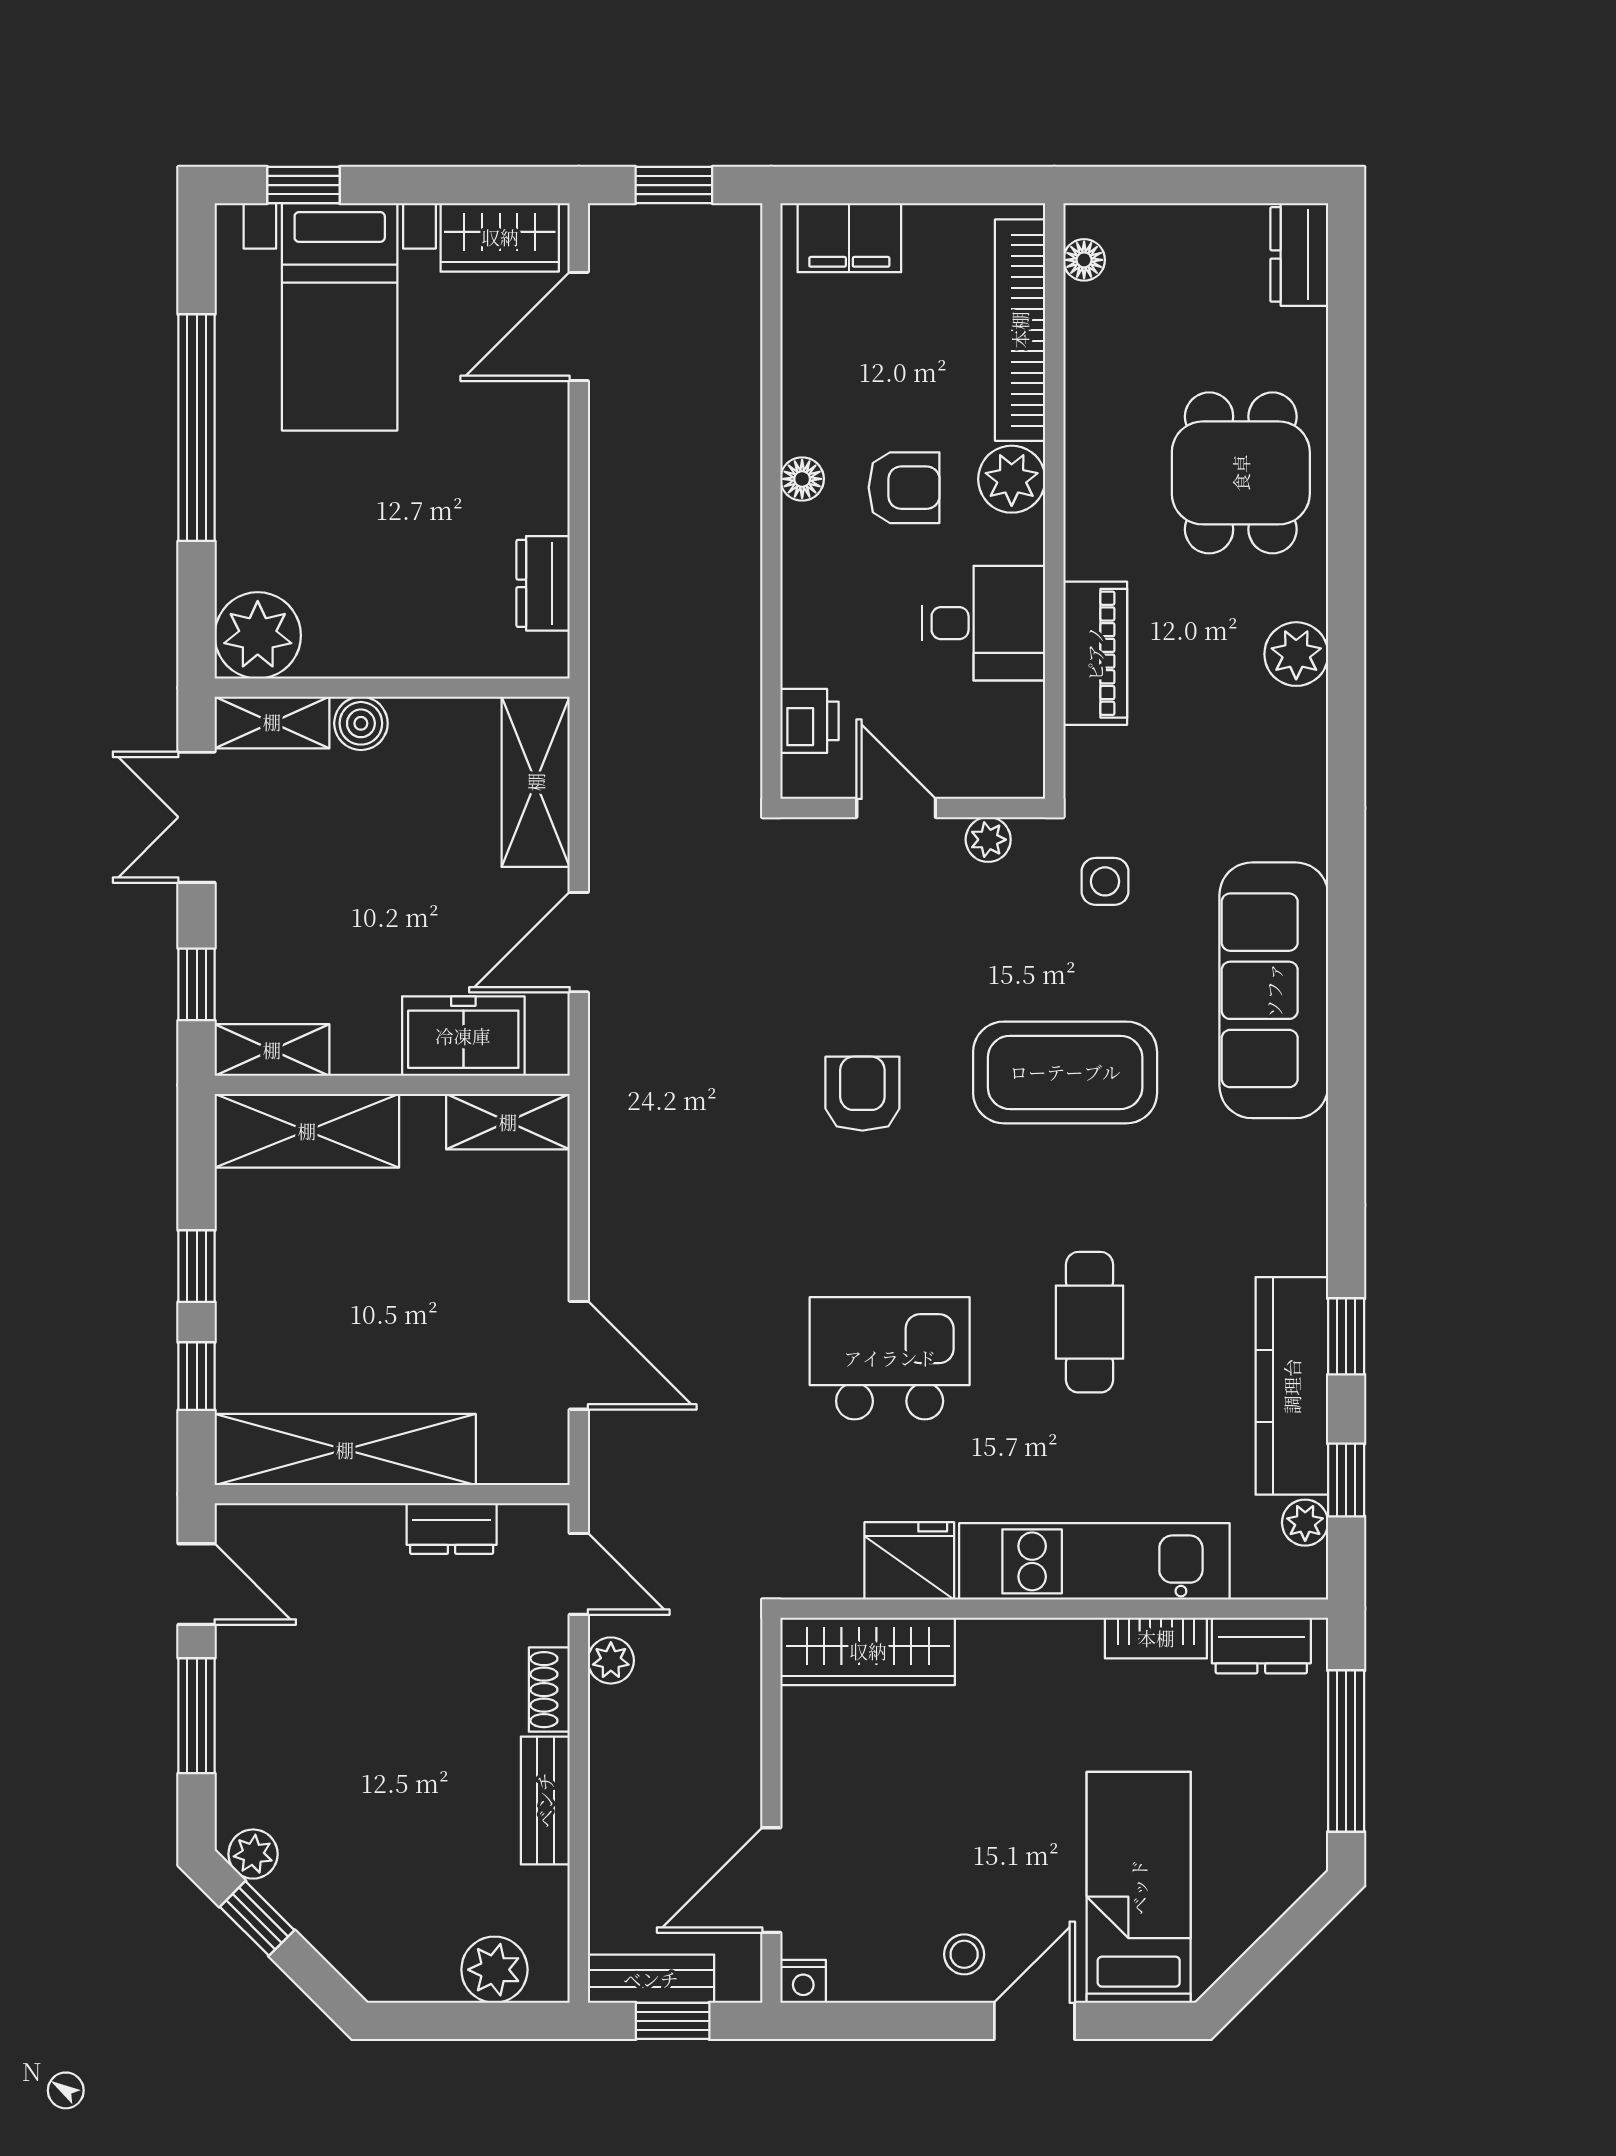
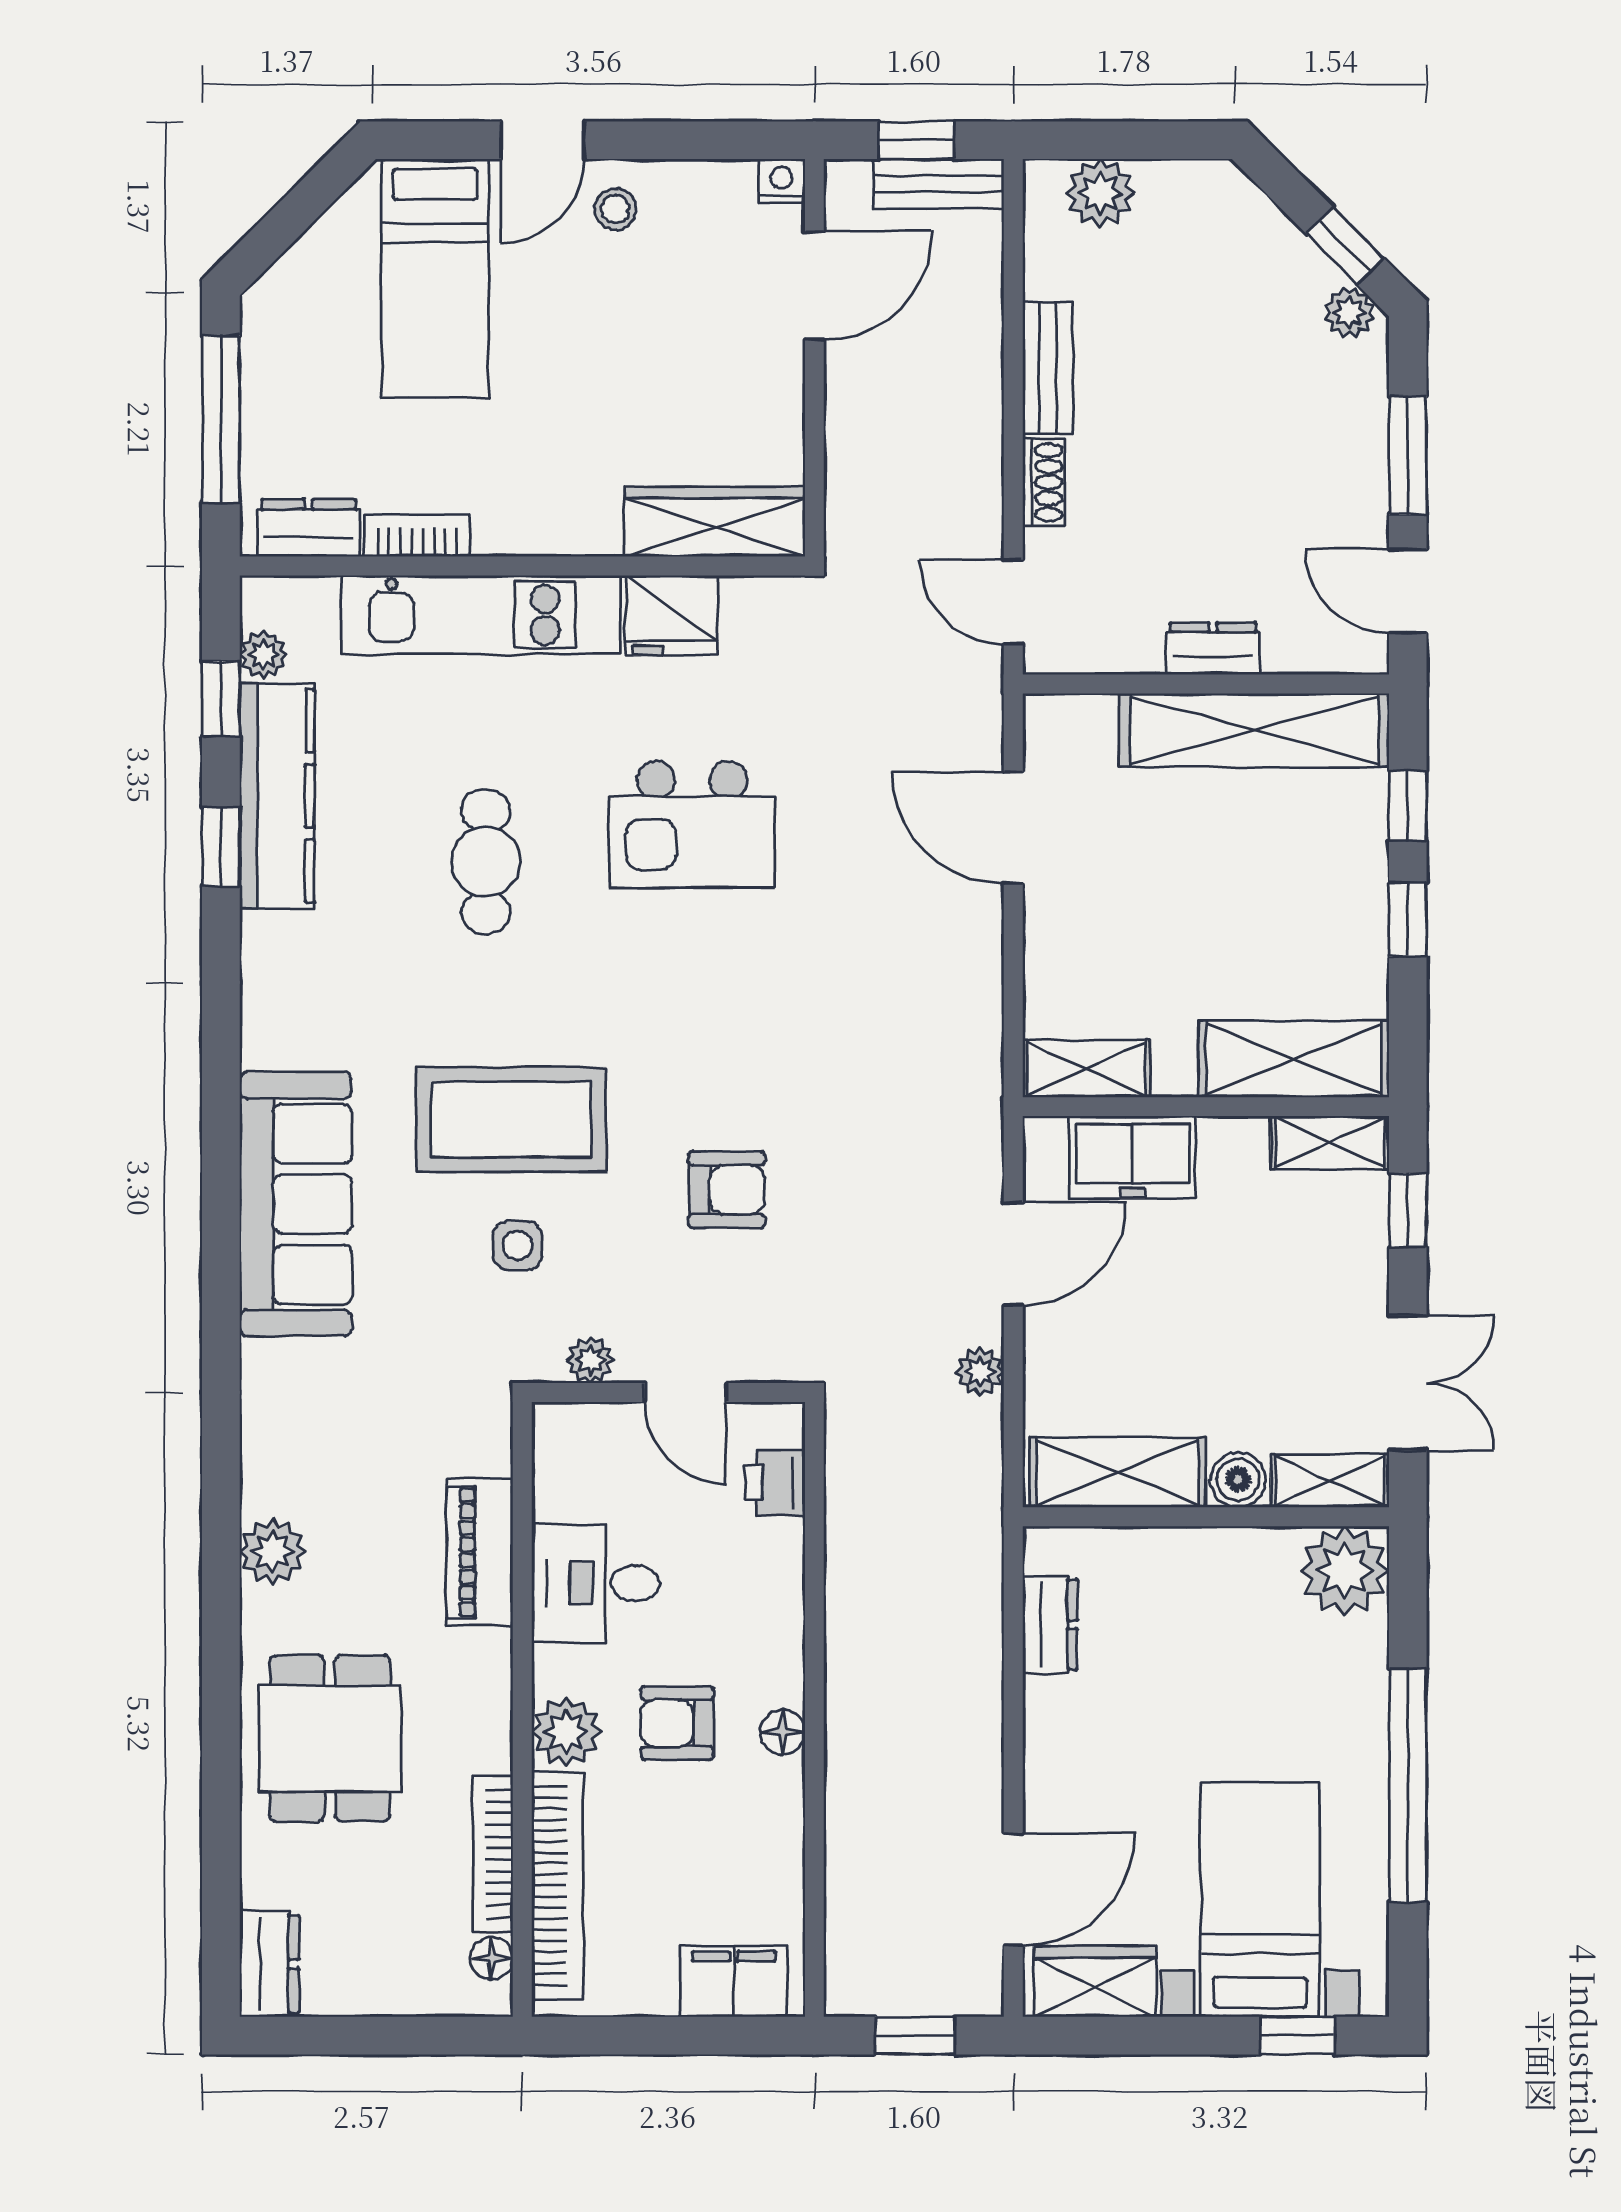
bookcase: (1083, 361) -> (493, 1854), added
shelving: (536, 782) -> (1118, 1472), moved, turned 90
side table: (1105, 881) -> (517, 1246), moved
armchair: (862, 1094) -> (727, 1190), moved, turned -90
dresser: (452, 1529) -> (1213, 649), moved
plant: (611, 1660) -> (980, 1372), moved

